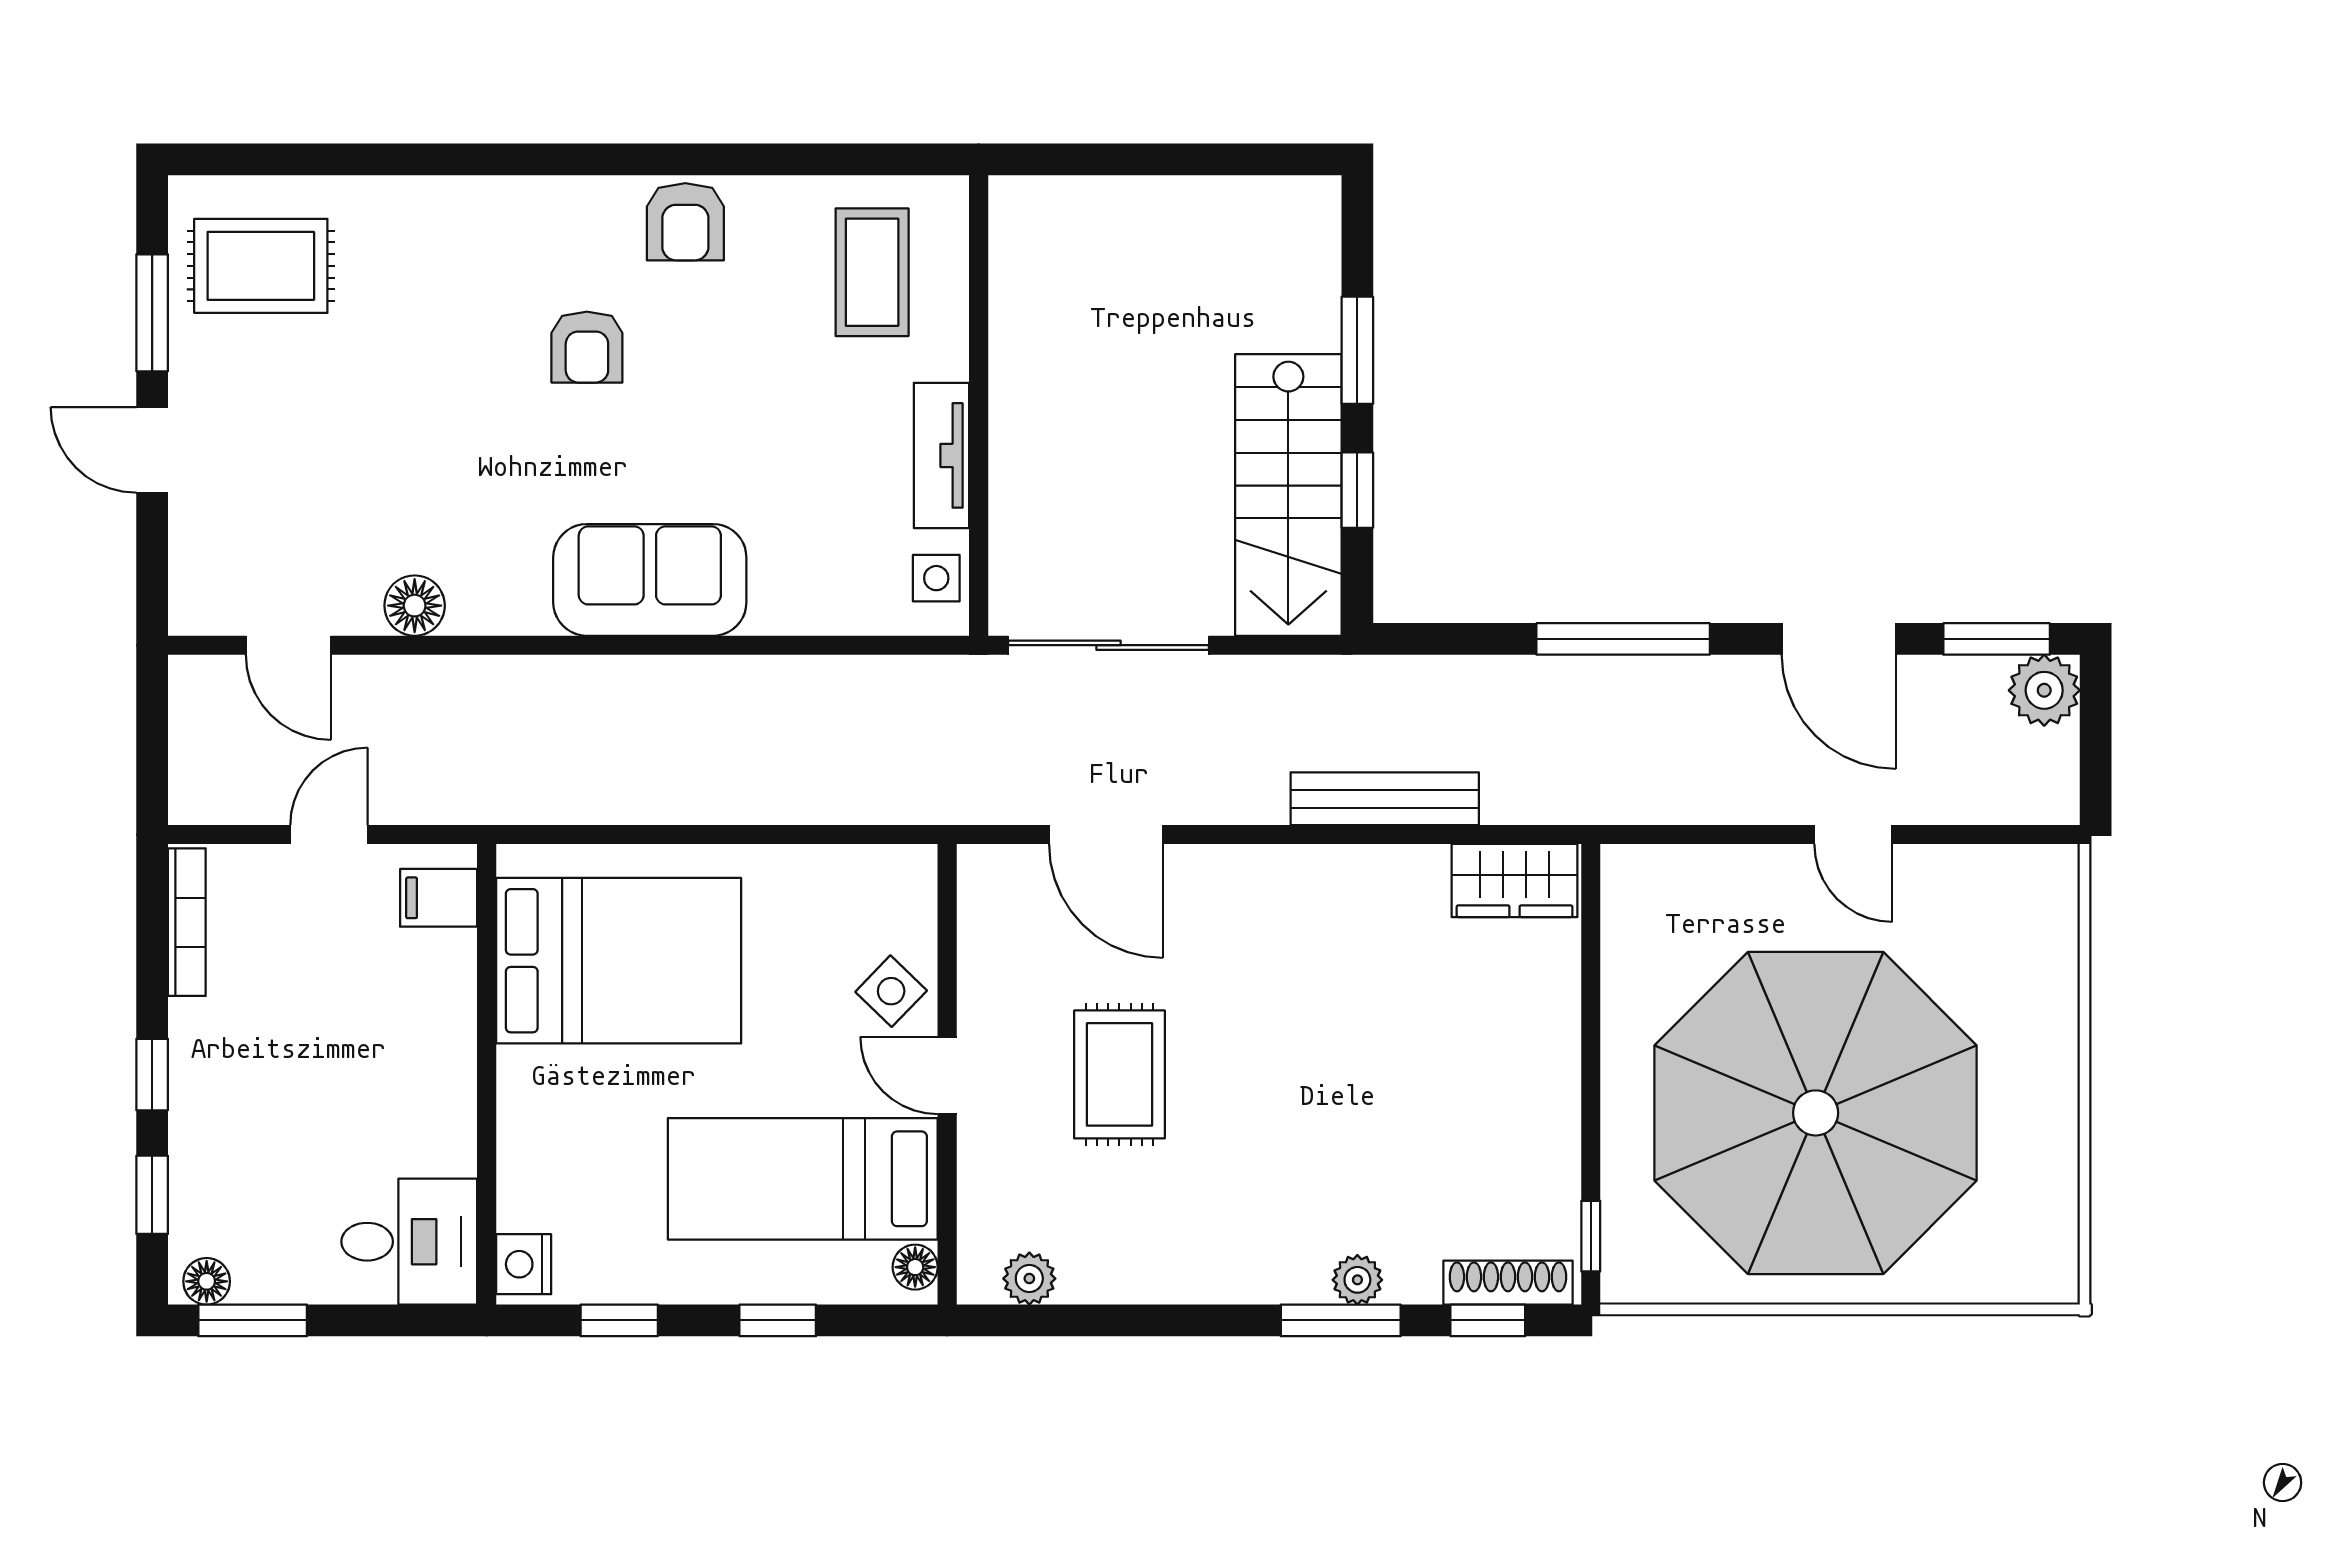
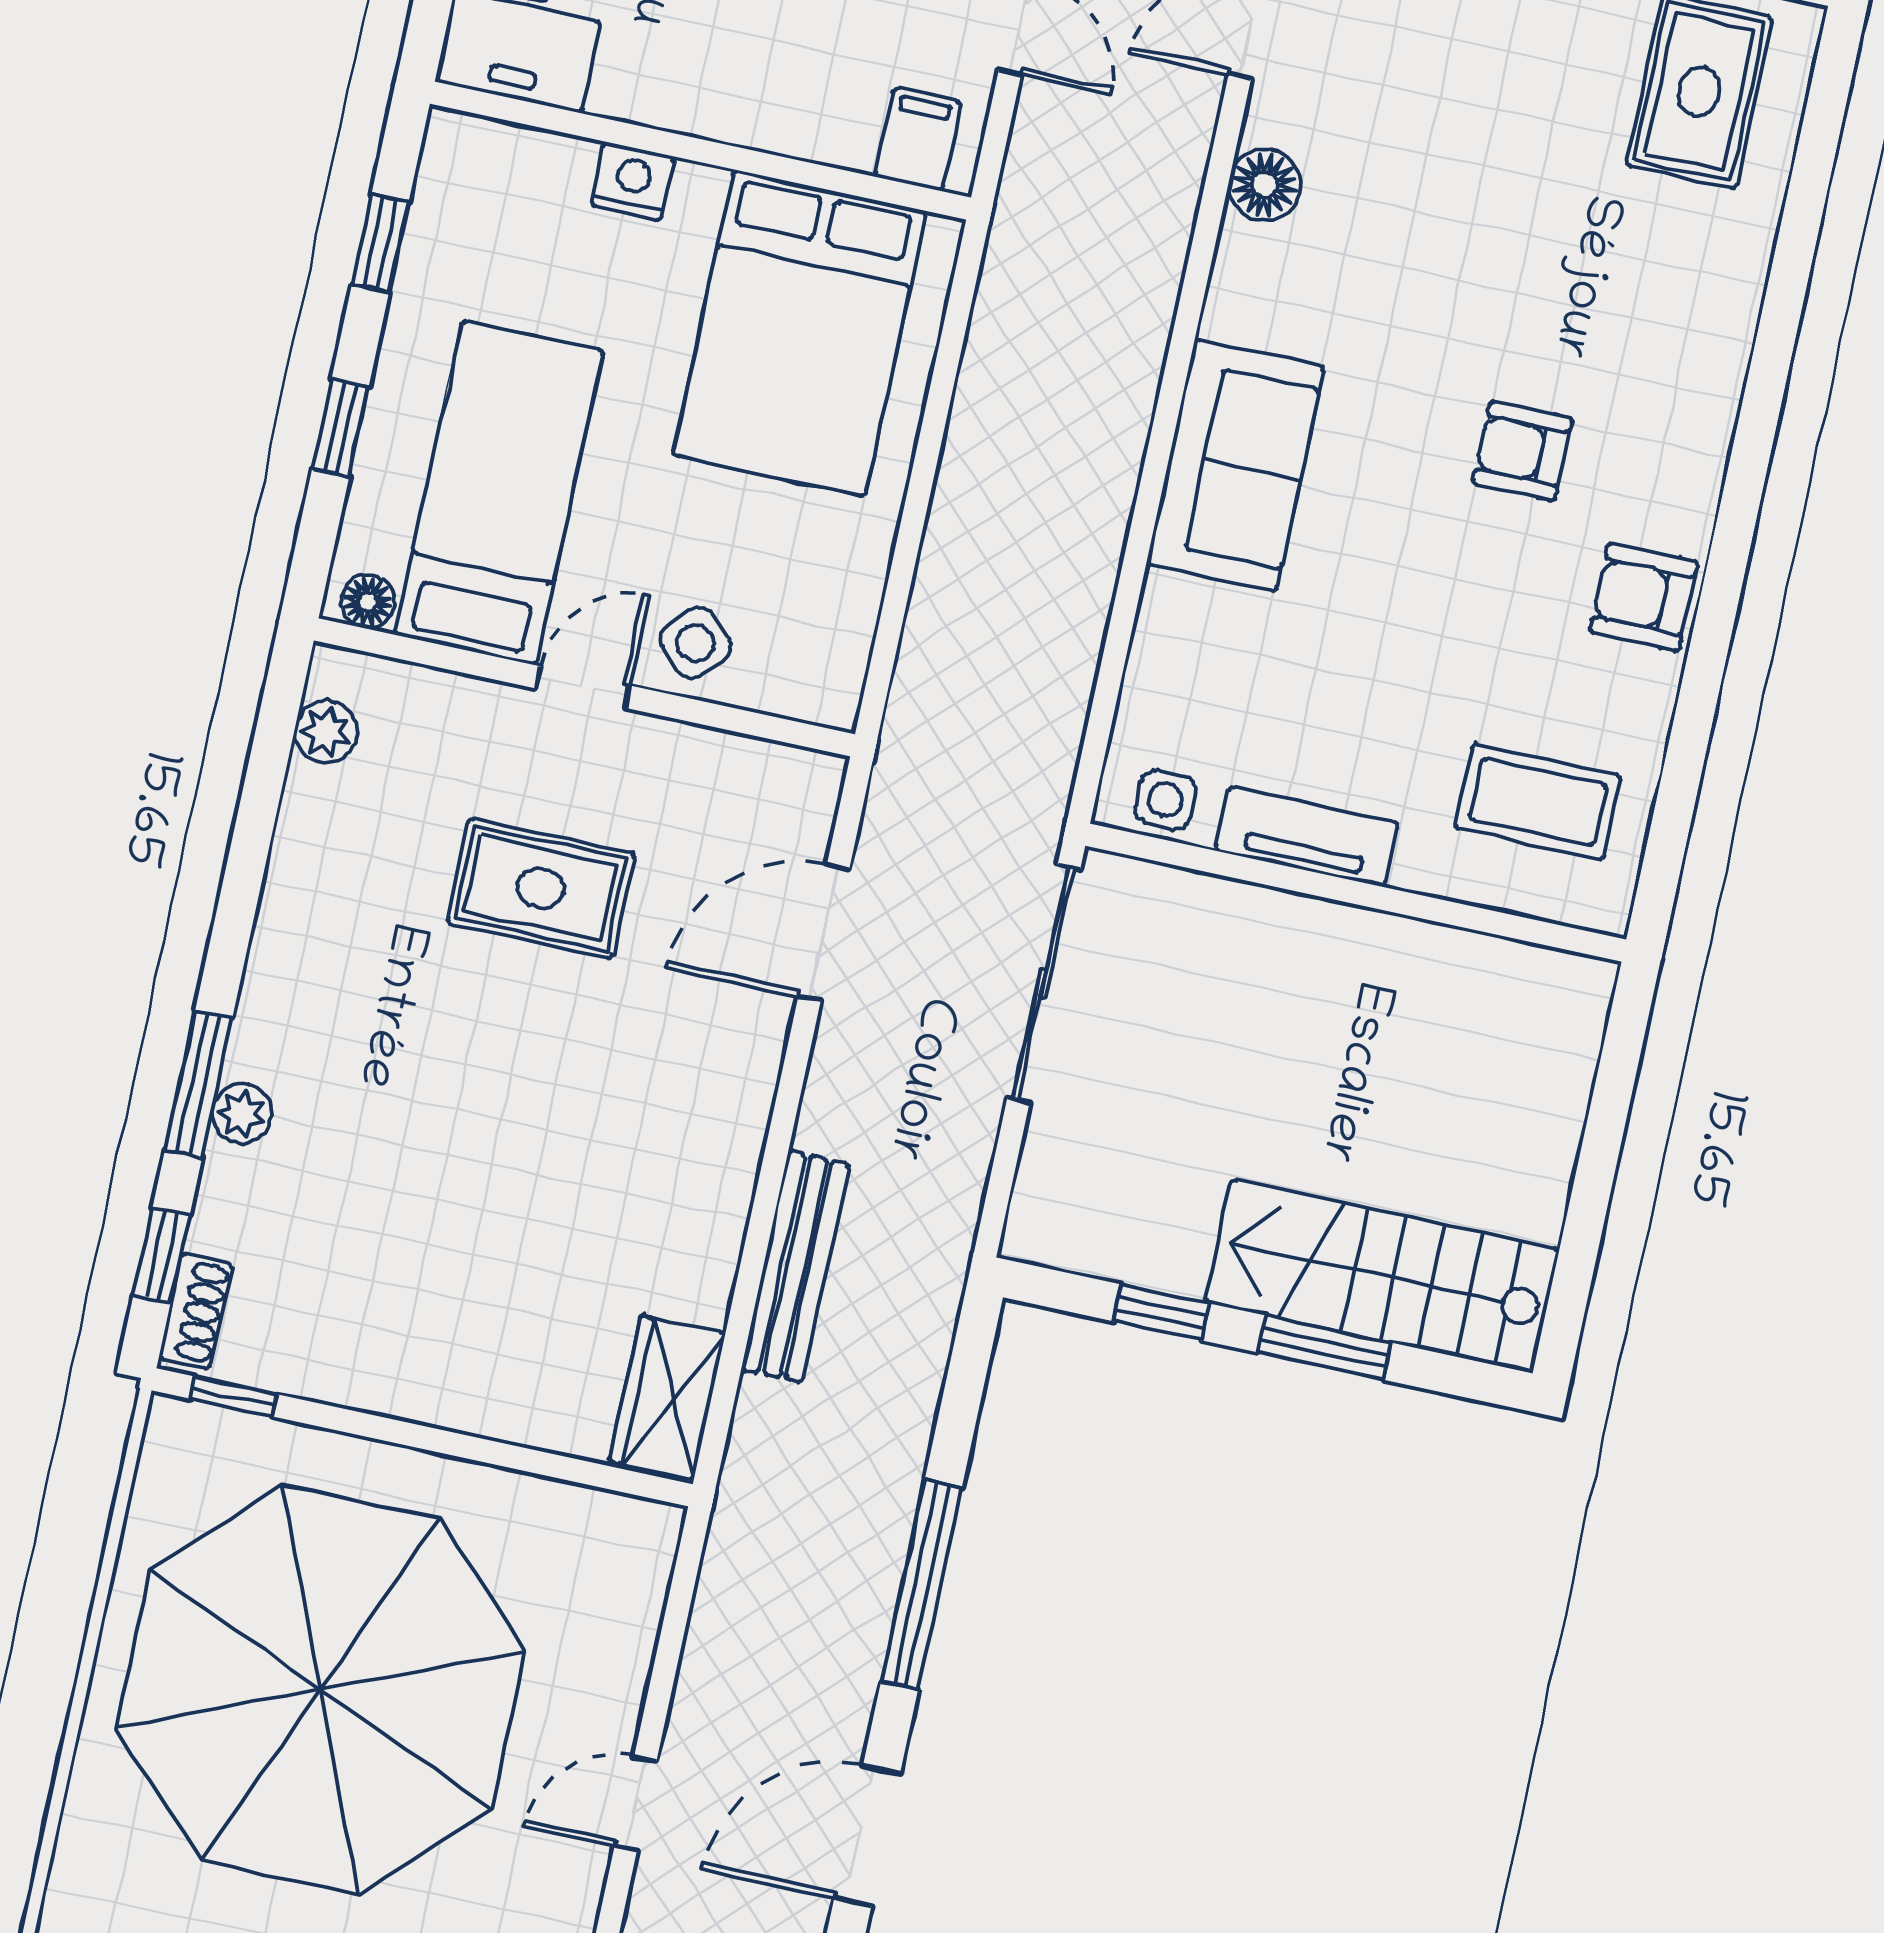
stairs: (1288, 495) -> (1382, 1276), moved
nightstand: (524, 1264) -> (633, 181), moved
shoe rack: (1508, 1283) -> (196, 1311), width x0.70

